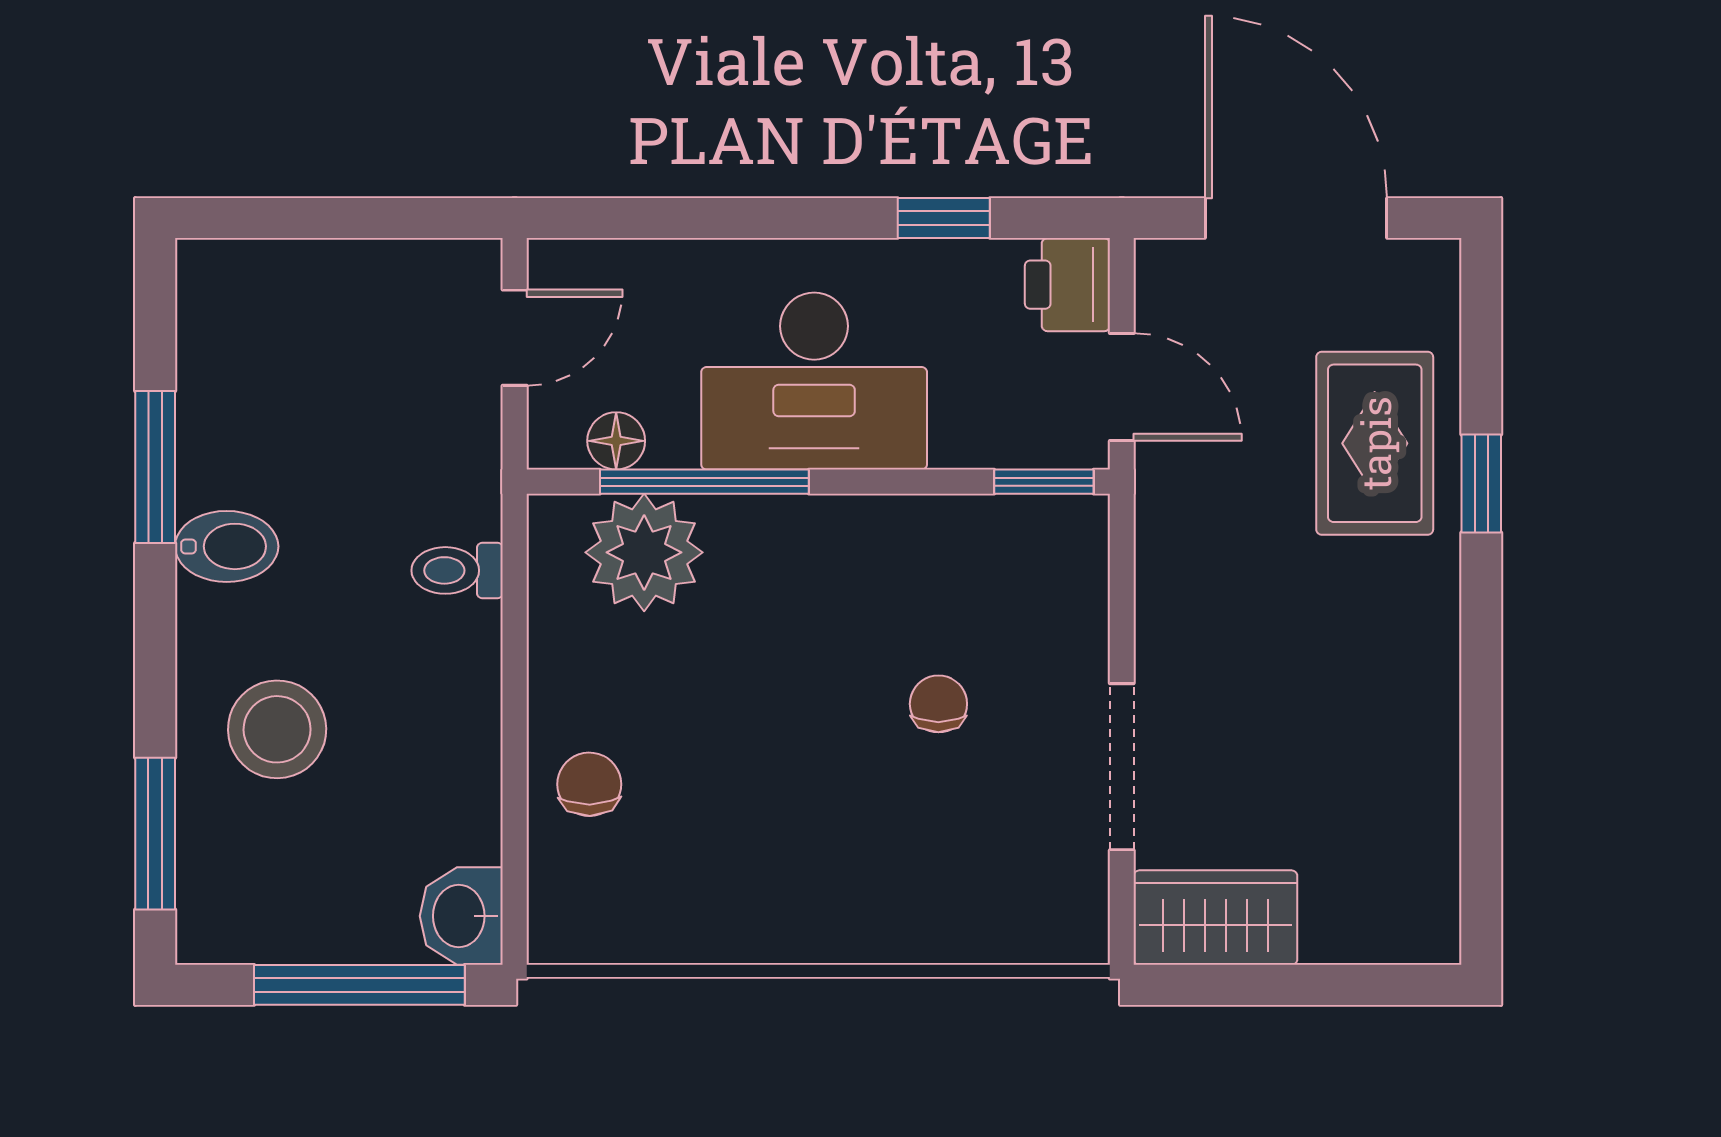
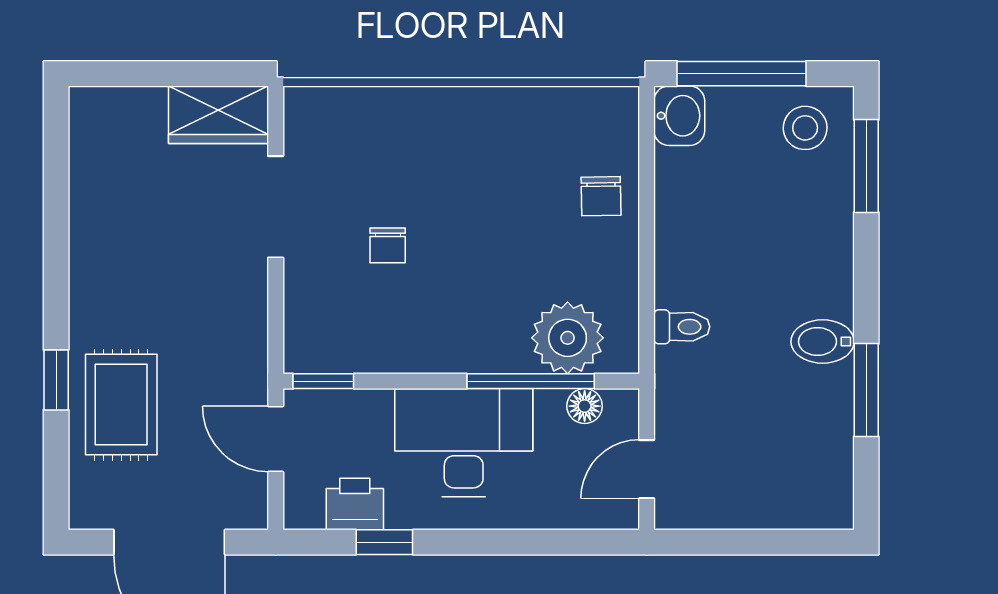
printer: (1067, 285) -> (355, 504), moved, turned -90
stool: (277, 729) -> (805, 128), moved, width x0.73, depth x0.73

